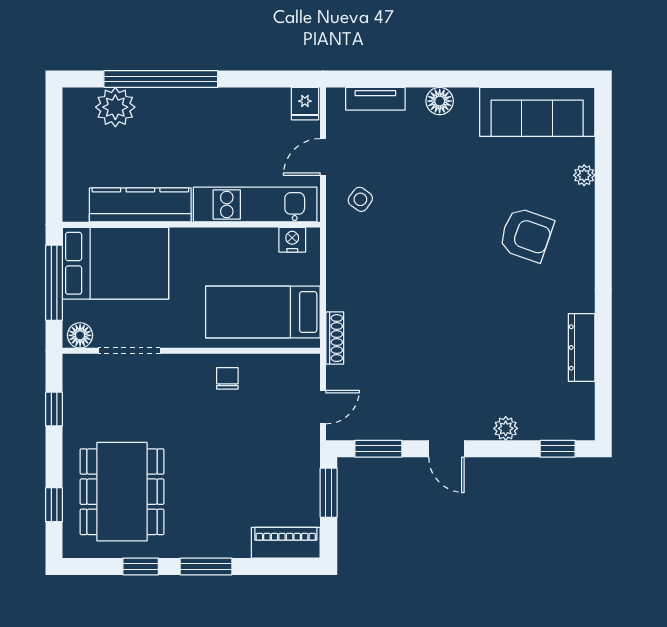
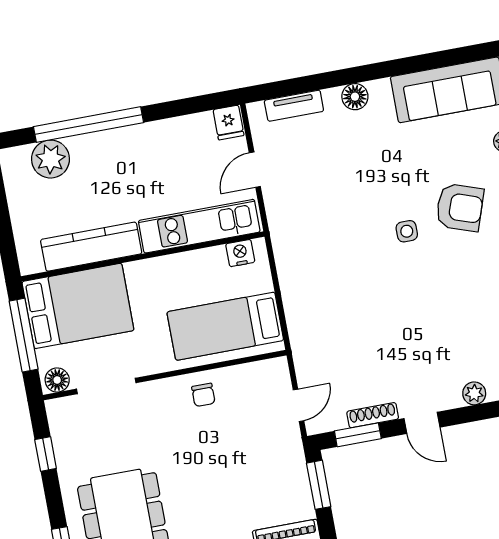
side table: (360, 199) -> (407, 231), moved, turned -36
shoe rack: (335, 338) -> (373, 415), moved, turned -90
chair: (227, 378) -> (203, 395), turned 180

